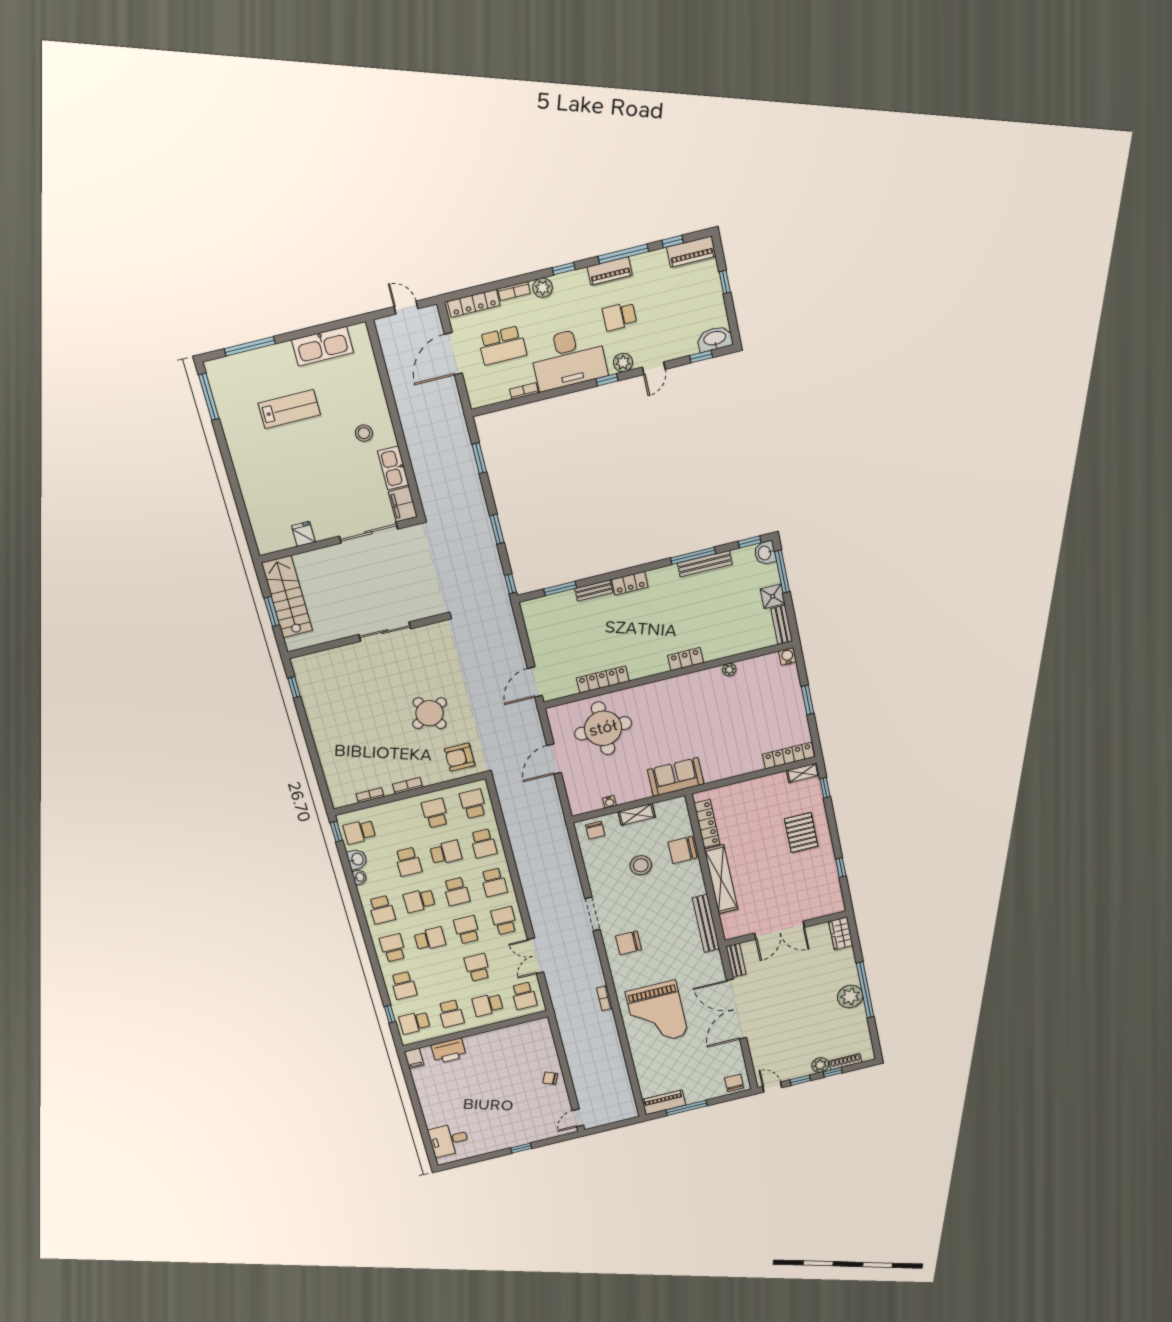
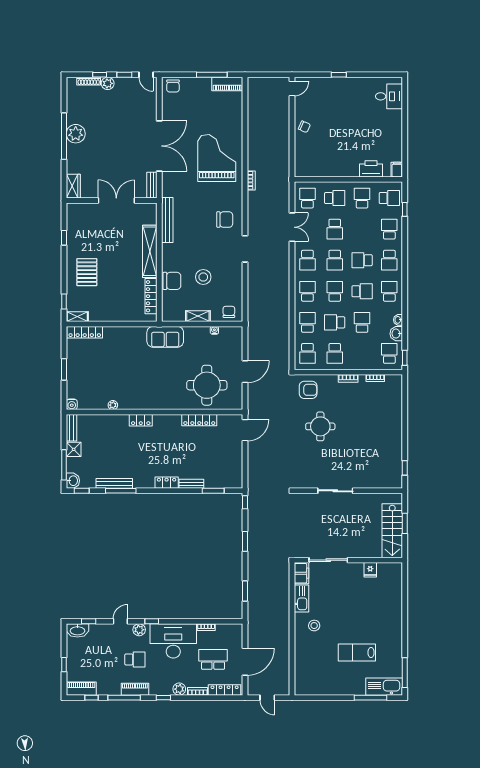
kitchen sink: (322, 346) -> (384, 687), moved
round table: (430, 713) -> (320, 426), turned 30
school desk: (359, 832) -> (389, 353), turned -90

